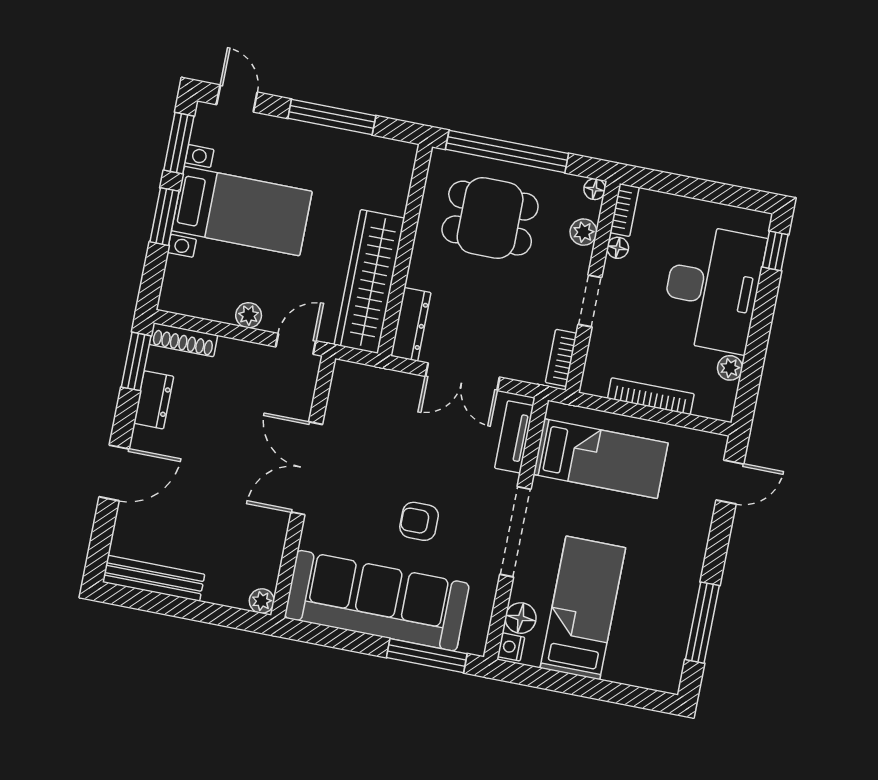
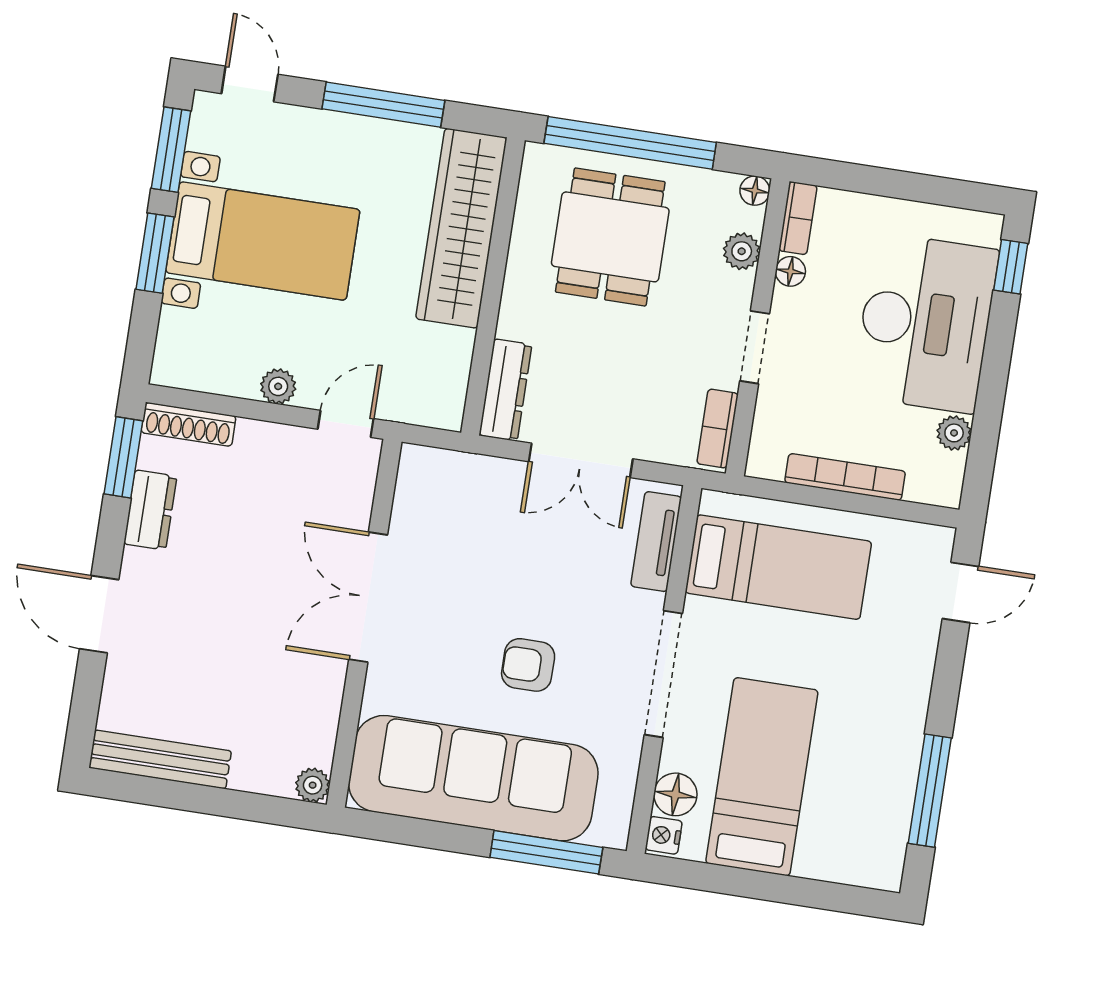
dining table: (490, 218) -> (610, 237), turned 90
wardrobe: (369, 281) -> (461, 228), moved
door: (114, 473) -> (99, 614), swing flipped

